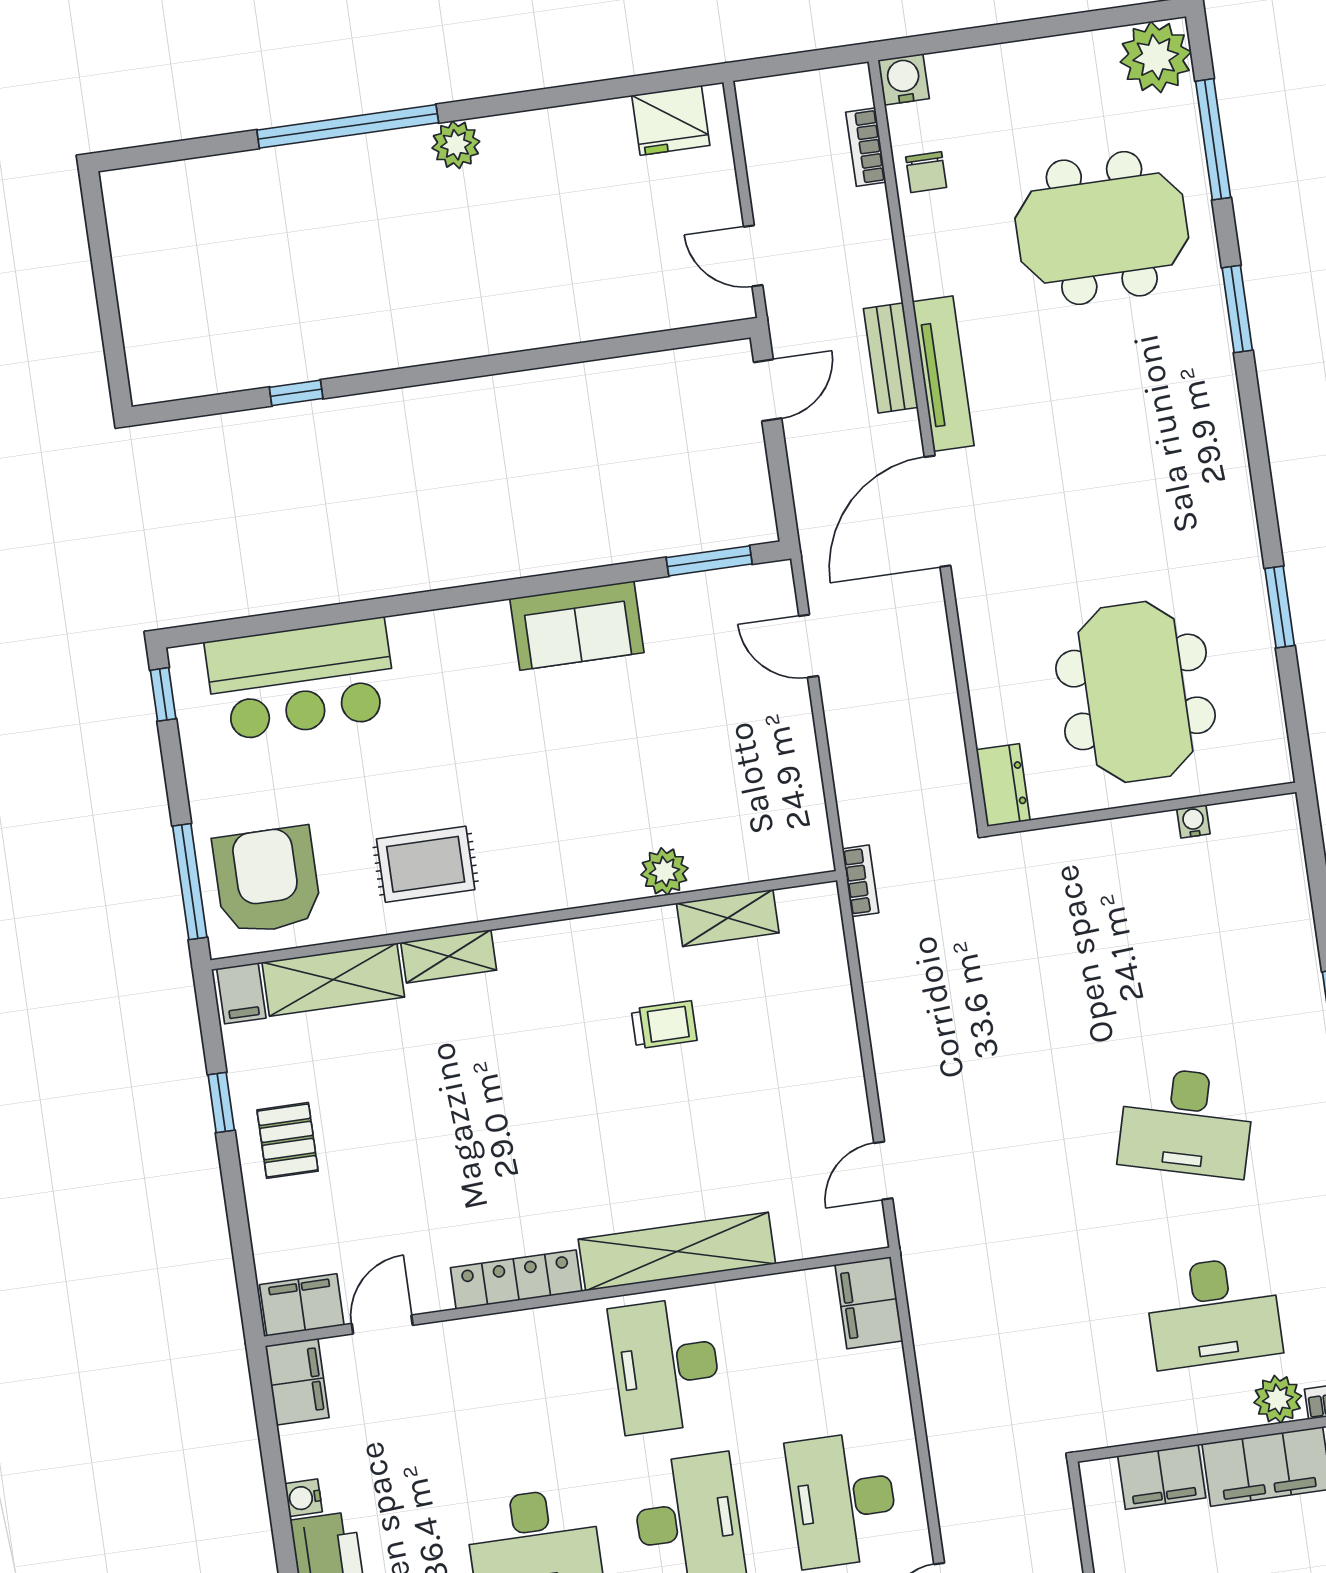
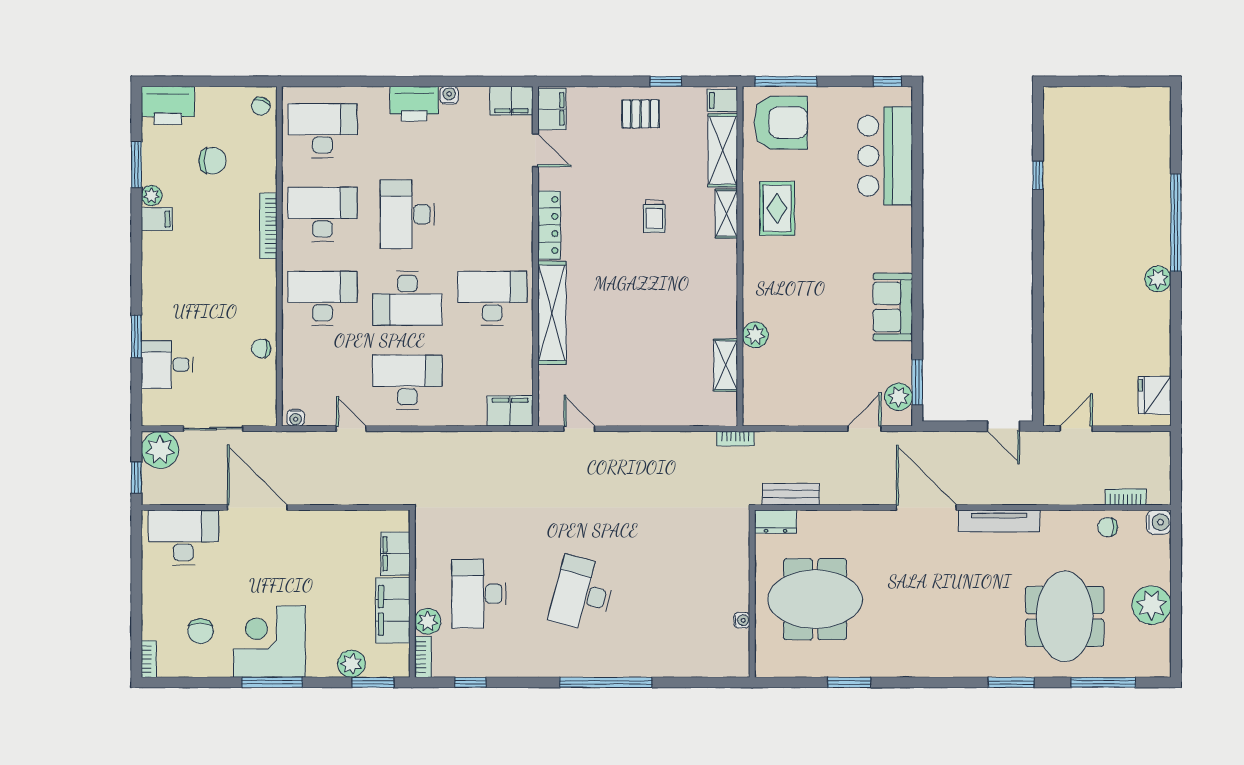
plant: (1156, 57) -> (1152, 605), moved
bench: (891, 358) -> (791, 494), moved
plant: (741, 591) -> (899, 397), added
trolley: (664, 1025) -> (654, 216), moved

